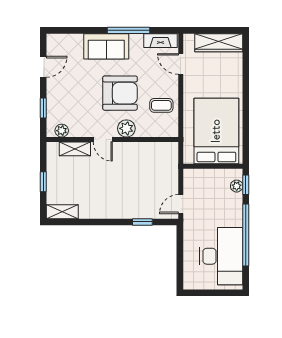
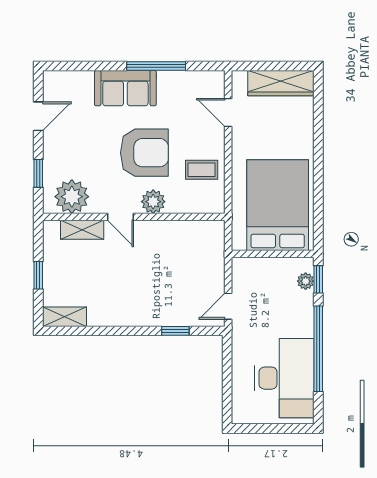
fireplace: (161, 41) -> (200, 80), removed
plant: (62, 131) -> (72, 197), width x1.87, depth x1.87

